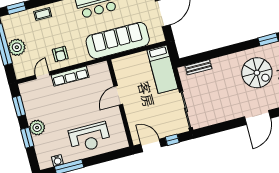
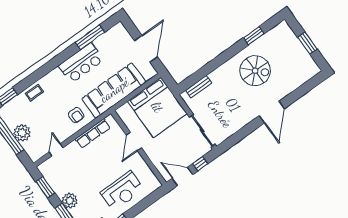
armchair: (60, 54) -> (76, 115), moved
bed: (163, 69) -> (157, 107), width x2.04
row of seats: (70, 76) -> (93, 133), moved

